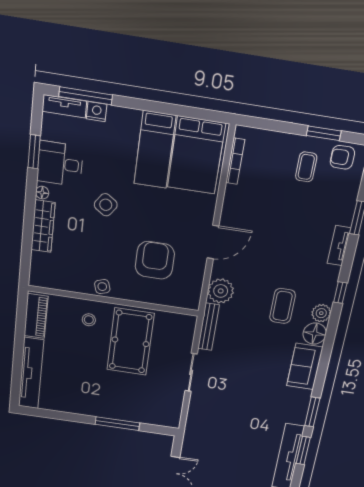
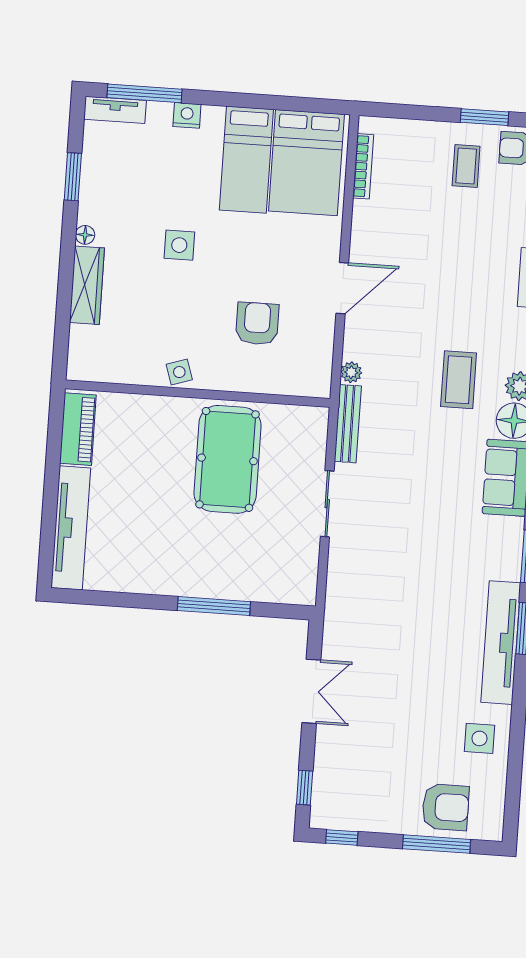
nightstand: (97, 112) -> (187, 115), moved
desk: (60, 164) -> (110, 191), removed
side table: (106, 205) -> (179, 245), turned -35
armchair: (155, 260) -> (257, 324), width x0.73, depth x0.73
plant: (221, 291) -> (351, 372), width x0.53, depth x0.53
stool: (89, 320) -> (161, 428), removed

